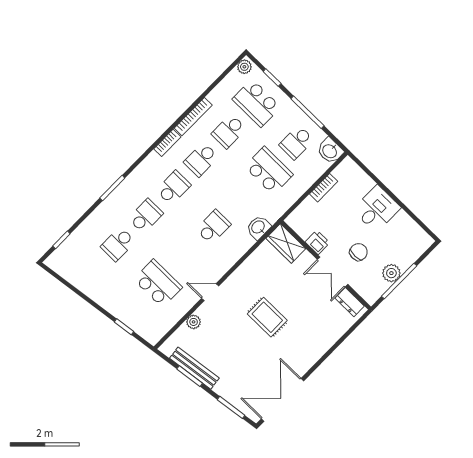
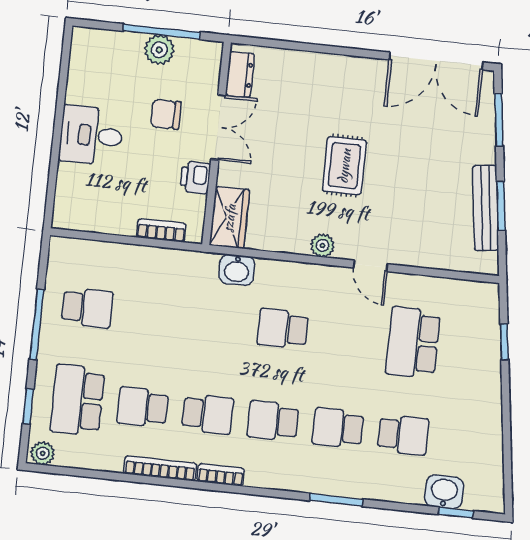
school desk: (257, 103) -> (77, 400), turned 180
school desk: (229, 131) -> (143, 407), turned 180
washbasin: (330, 151) -> (444, 492), moved, turned -90
school desk: (269, 171) -> (152, 315), removed
bookcase: (324, 188) -> (161, 230), moved
plant: (194, 322) -> (323, 245), moved

